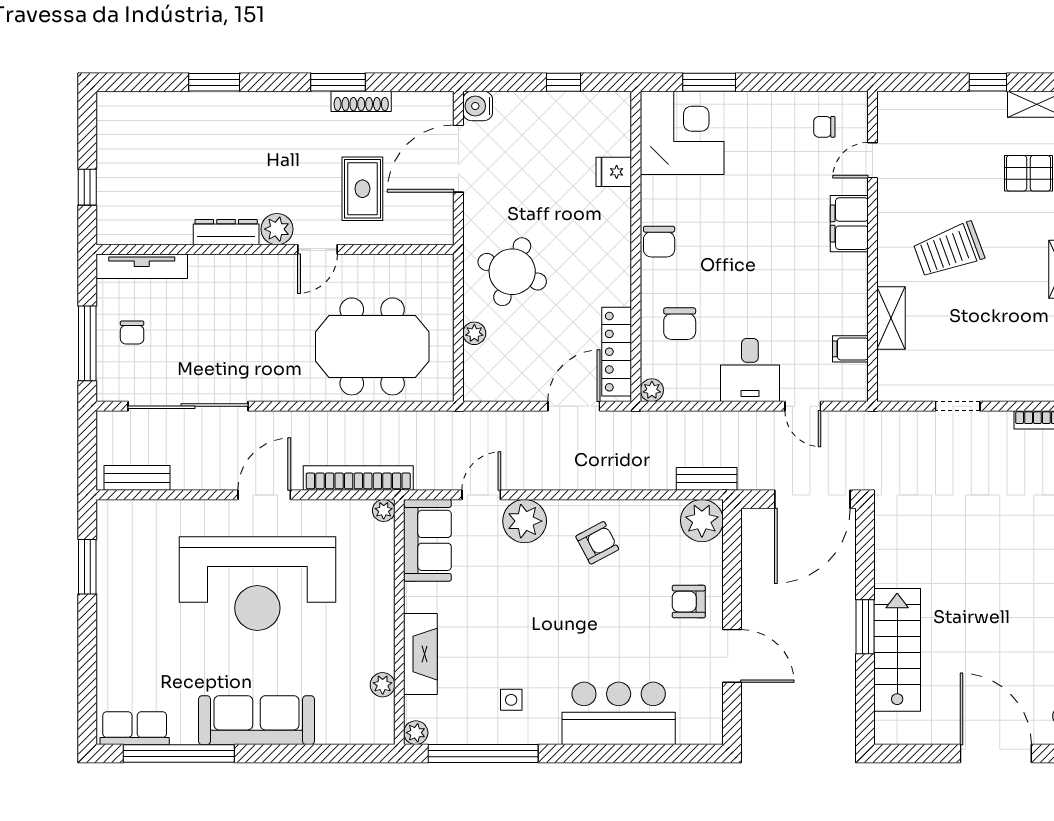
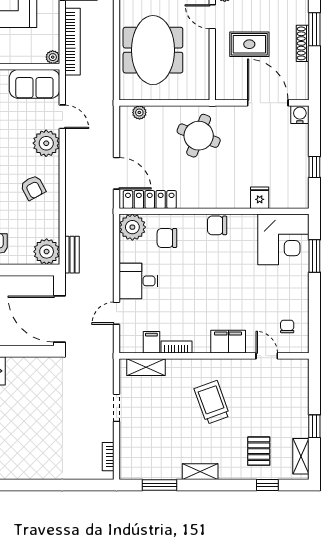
bookcase: (858, 308) -> (176, 347), added
shelving: (891, 318) -> (146, 367), moved
plant: (474, 333) -> (139, 112), moved
plant: (652, 390) -> (132, 227), width x1.88, depth x1.88

